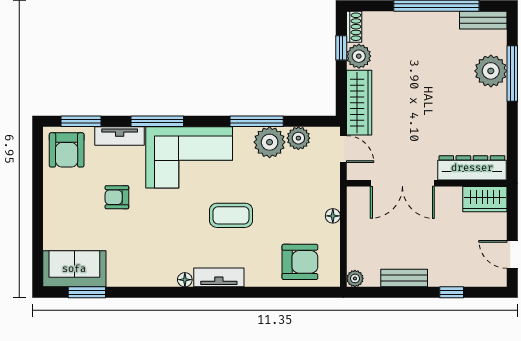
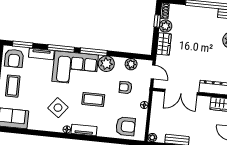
wardrobe: (359, 103) -> (164, 44), width x0.67
window: (257, 121) -> (94, 52), moved
plant: (270, 142) -> (106, 64), moved
armchair: (117, 197) -> (126, 87), moved
coffee table: (69, 205) -> (13, 86), added
side table: (163, 238) -> (58, 108), added
window: (87, 292) -> (17, 131), removed

